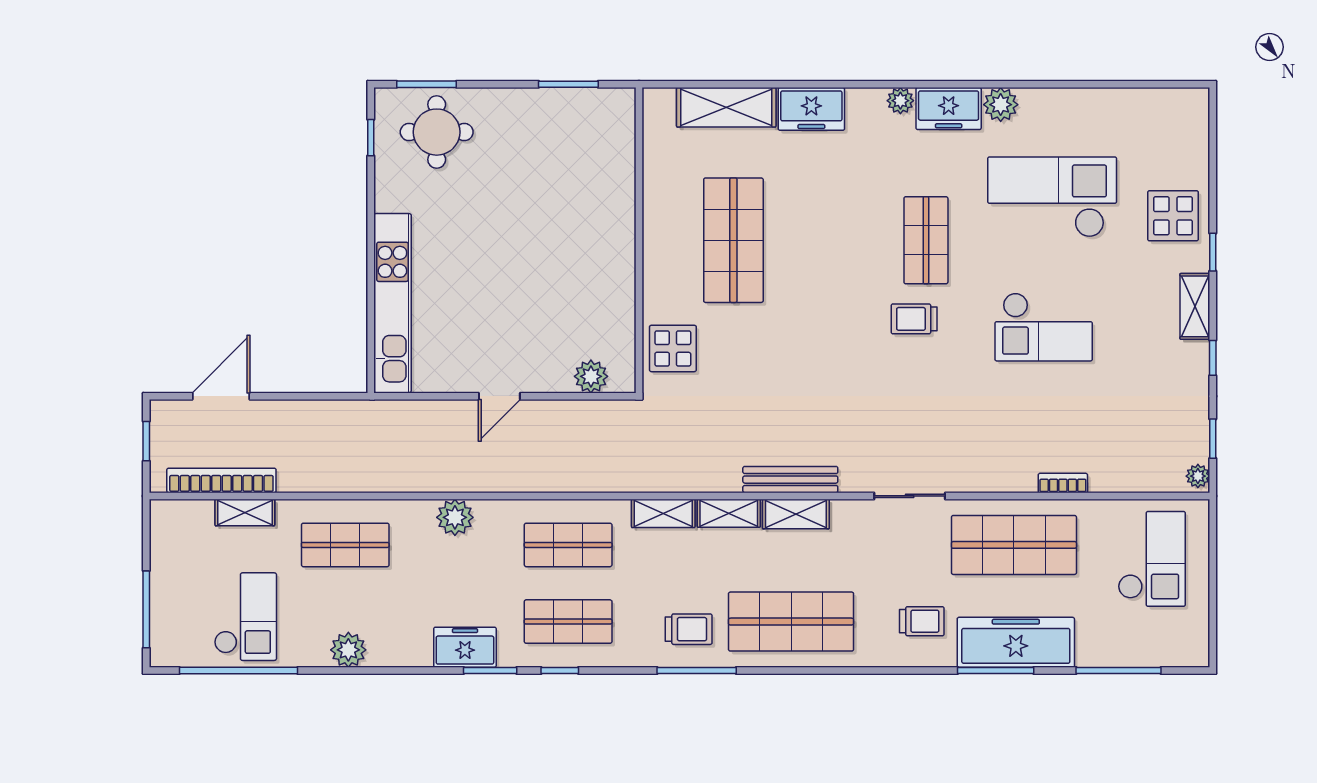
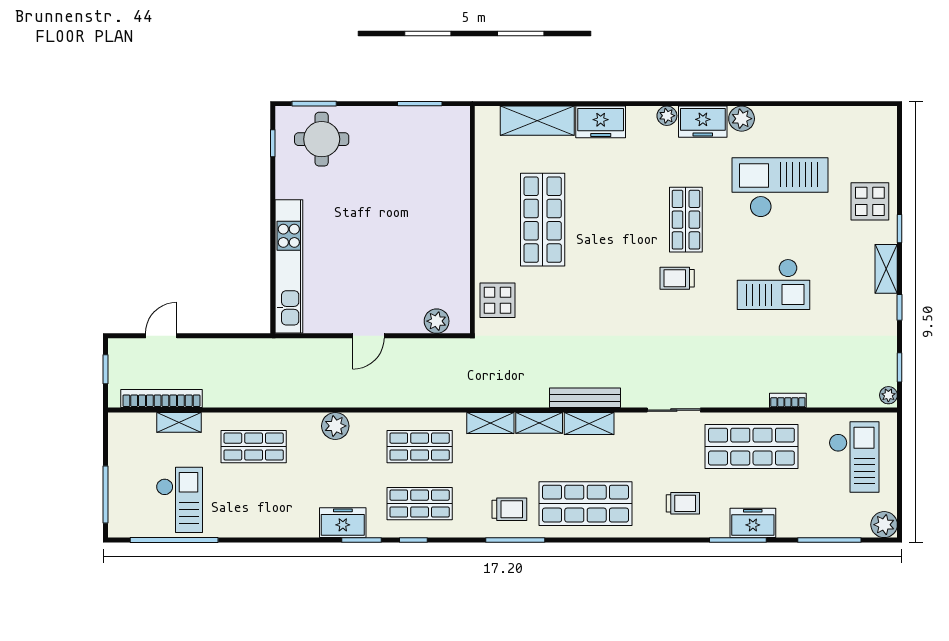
door: (221, 396) -> (161, 336), width x0.73
freezer: (1016, 642) -> (753, 523), width x0.52, depth x0.79
plant: (348, 650) -> (884, 525), moved

